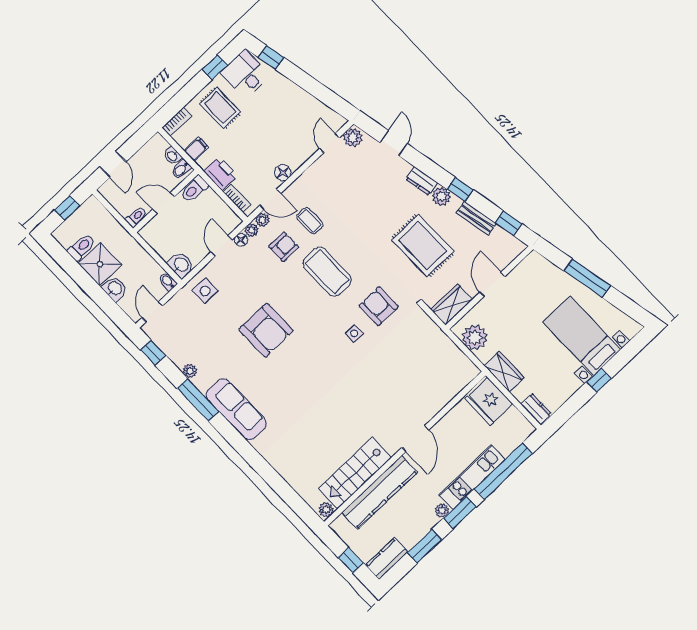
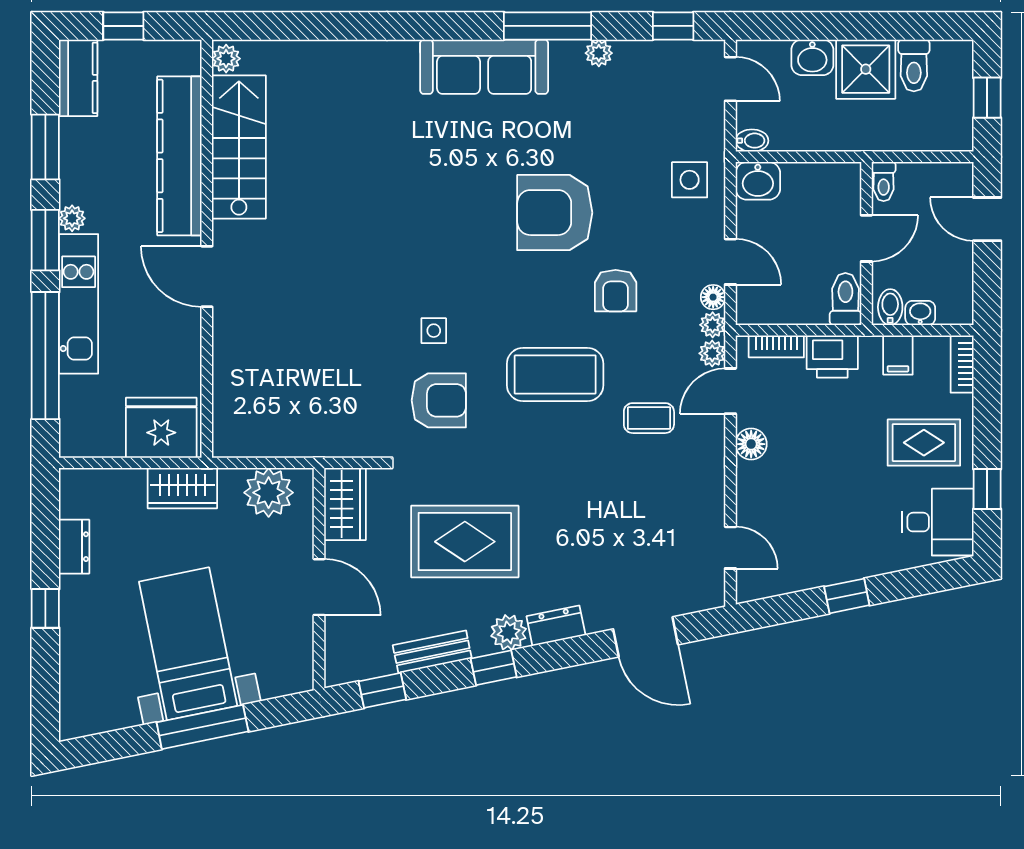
window: (271, 57) -> (847, 596), moved
plant: (353, 138) -> (707, 587), removed
door: (394, 143) -> (646, 637), width x1.38
armchair: (284, 247) -> (616, 291), moved
bed with nightstands: (582, 336) -> (188, 644), moved, turned -101
dresser: (536, 409) -> (74, 547), moved, turned -90

